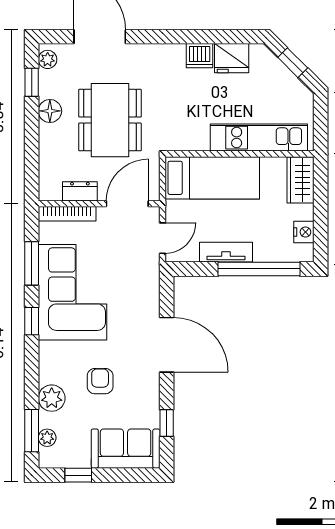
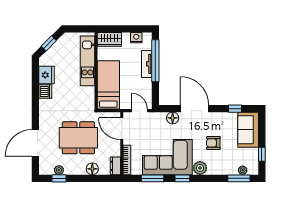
plant: (48, 59) -> (59, 170), moved
floor lamp: (50, 111) -> (92, 169), moved
dresser: (80, 191) -> (115, 166), moved
tv unit: (226, 252) -> (147, 64), moved
floor lamp: (148, 302) -> (173, 118), added
door: (167, 345) -> (195, 109), hinge flipped
plant: (52, 398) -> (200, 168), moved

